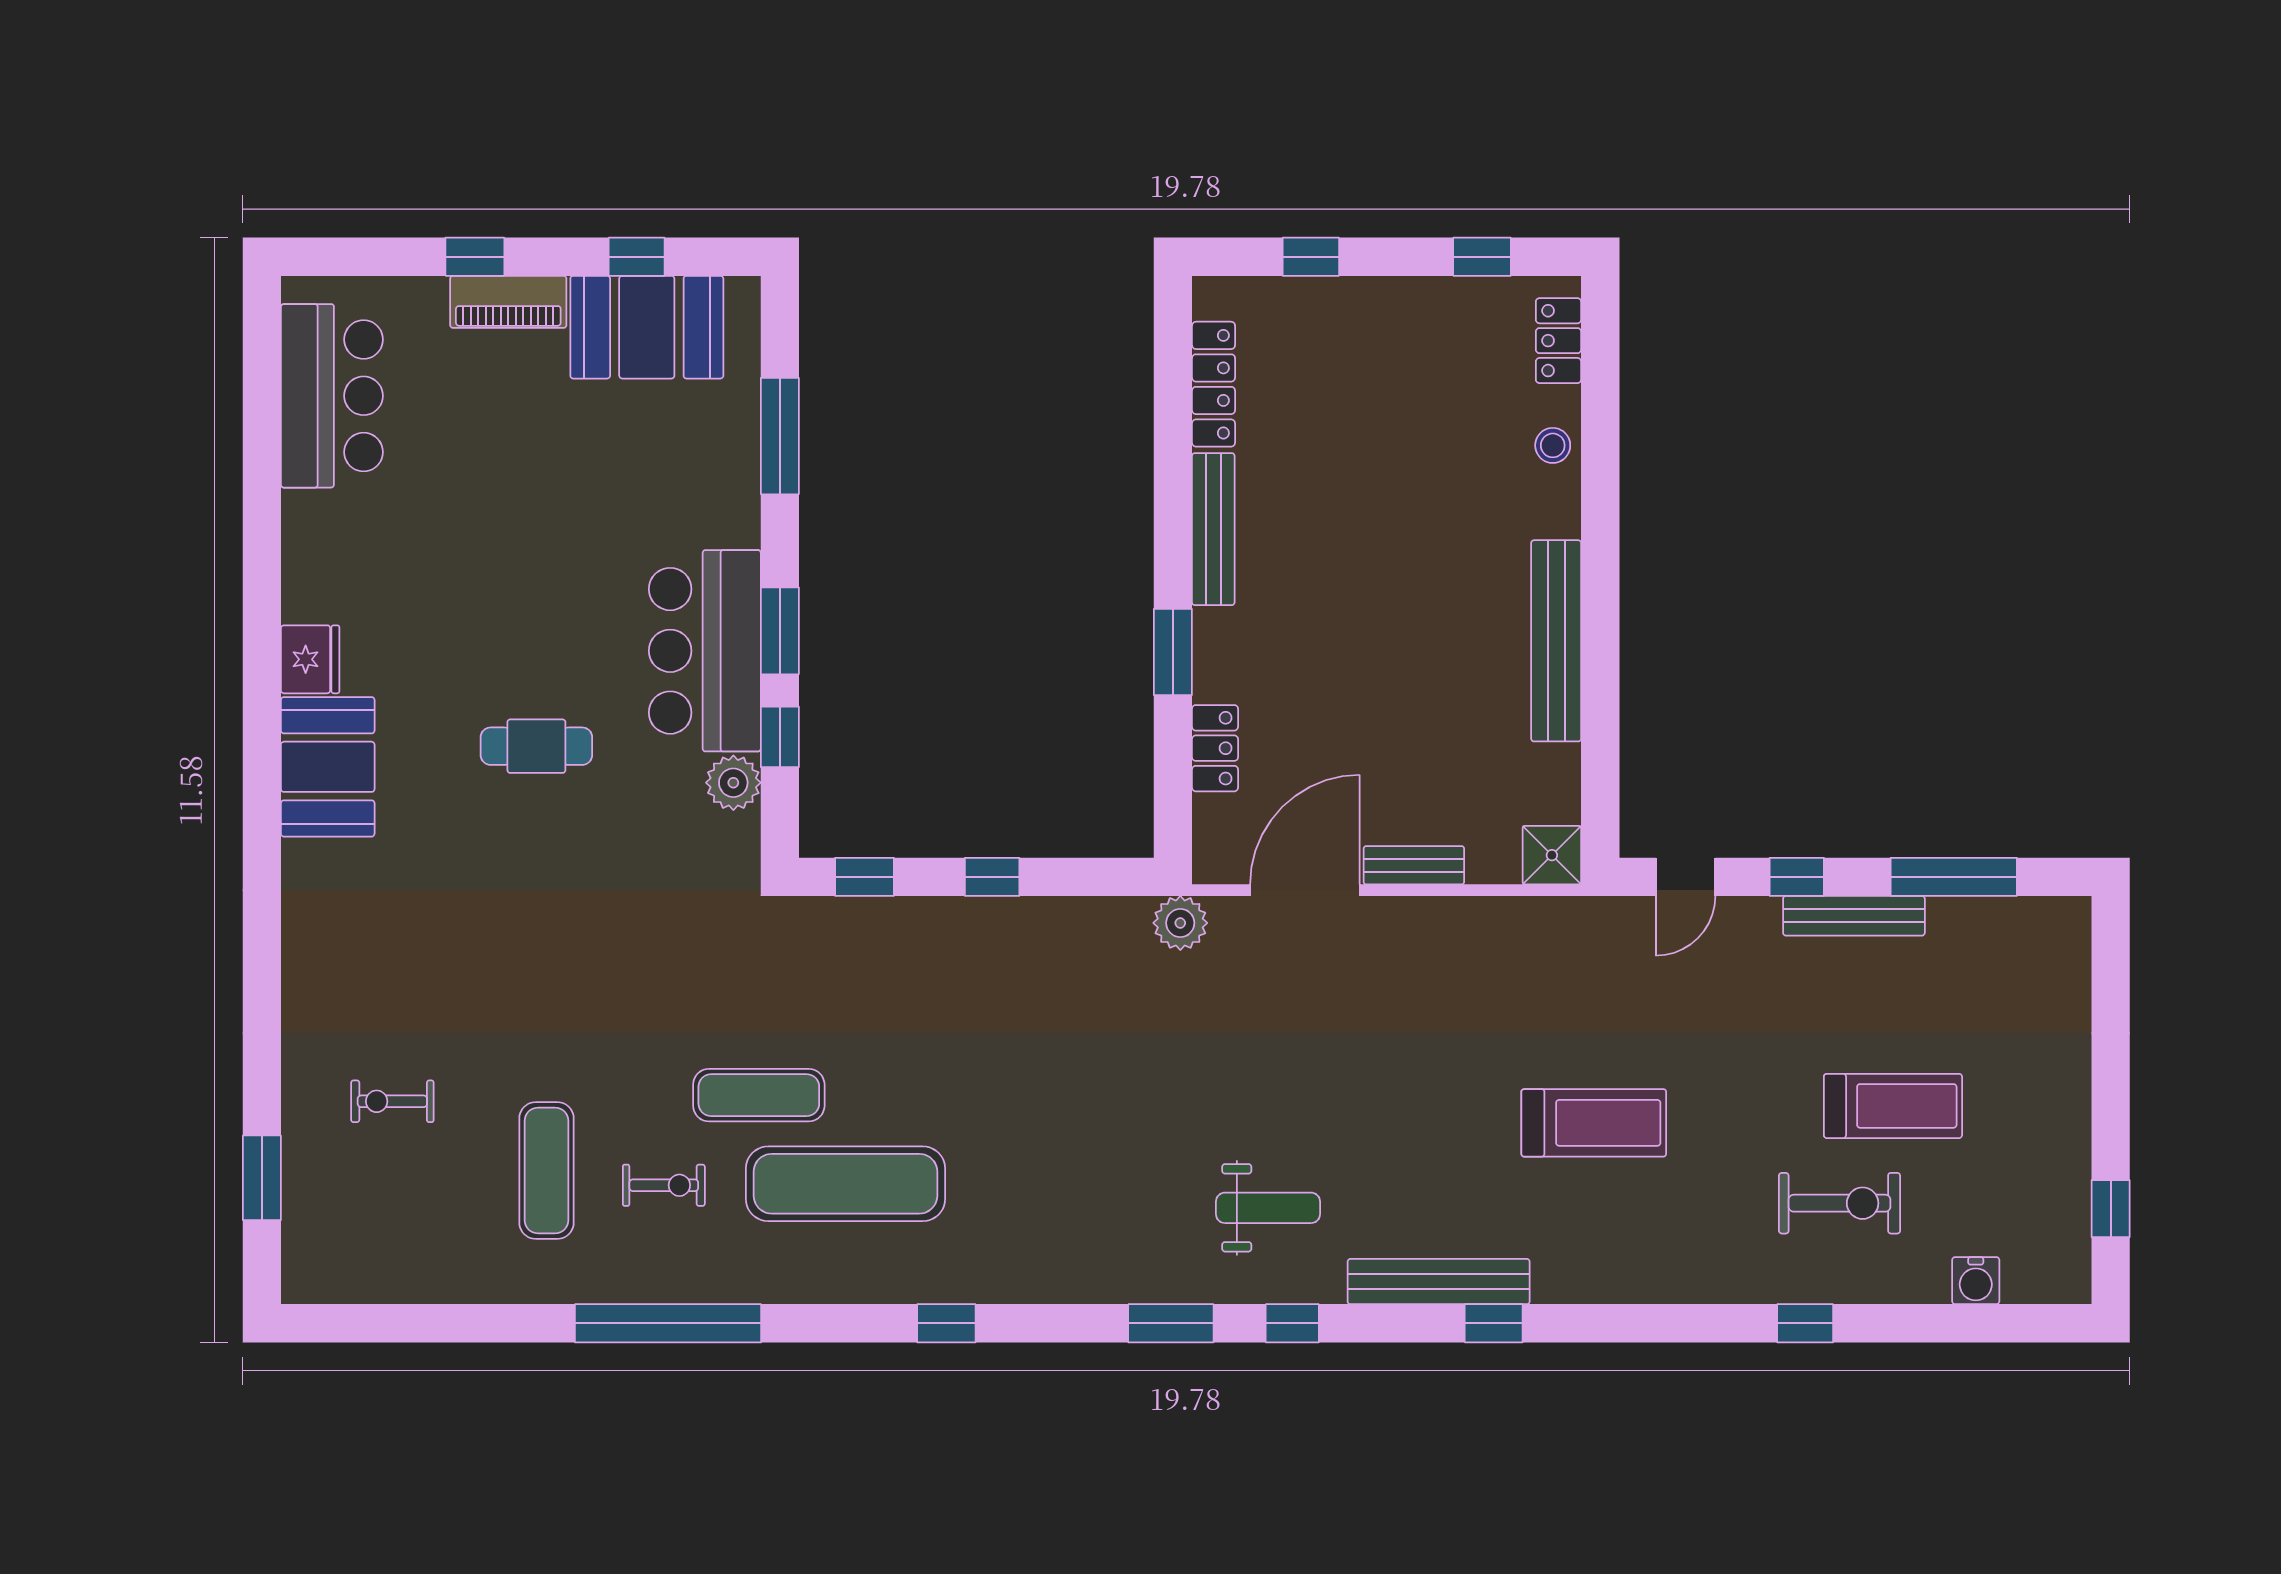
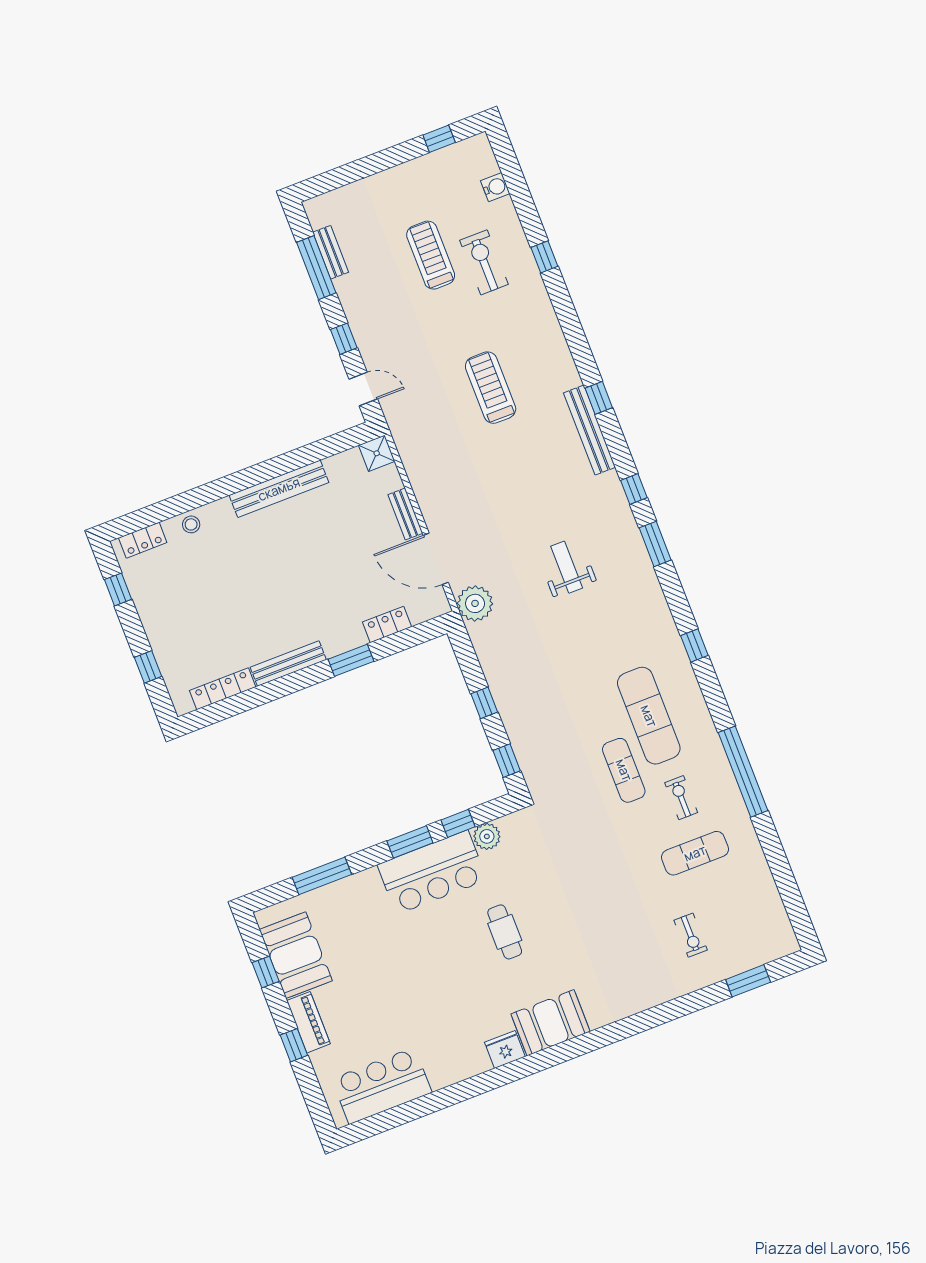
bench: (1854, 916) -> (331, 252), moved, width x0.73
plant: (1180, 923) -> (475, 603), width x1.36, depth x1.36
weight bench: (1268, 1208) -> (567, 567), moved

